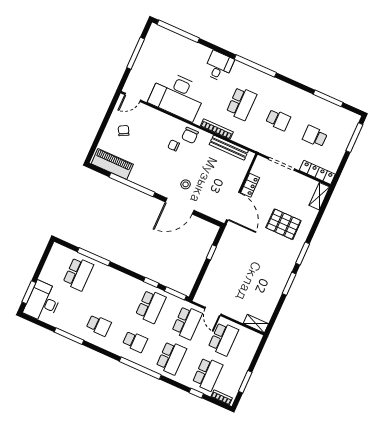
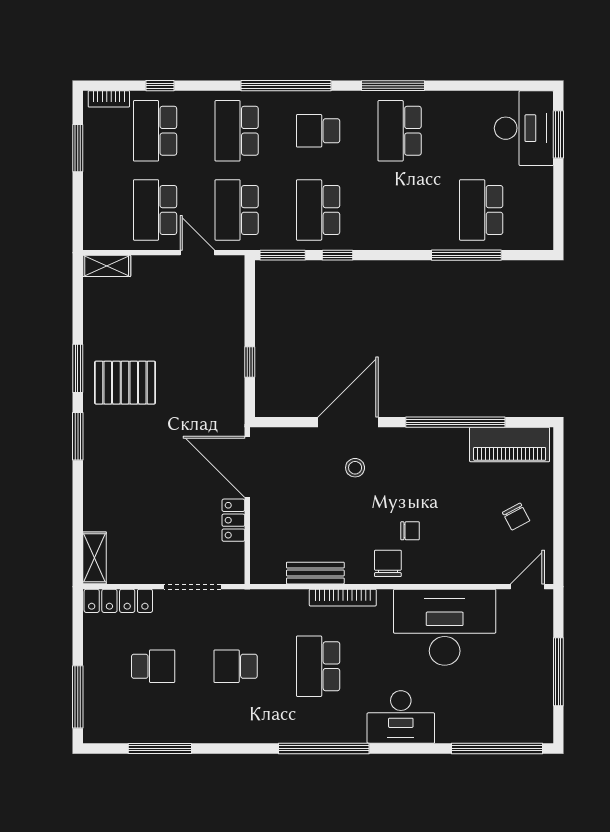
desk: (219, 66) -> (401, 717), width x1.37
bench: (229, 148) -> (315, 573), width x0.73
pallet: (283, 224) -> (125, 383), moved
school desk: (99, 325) -> (400, 131), width x1.85
window: (69, 336) -> (393, 86), moved

